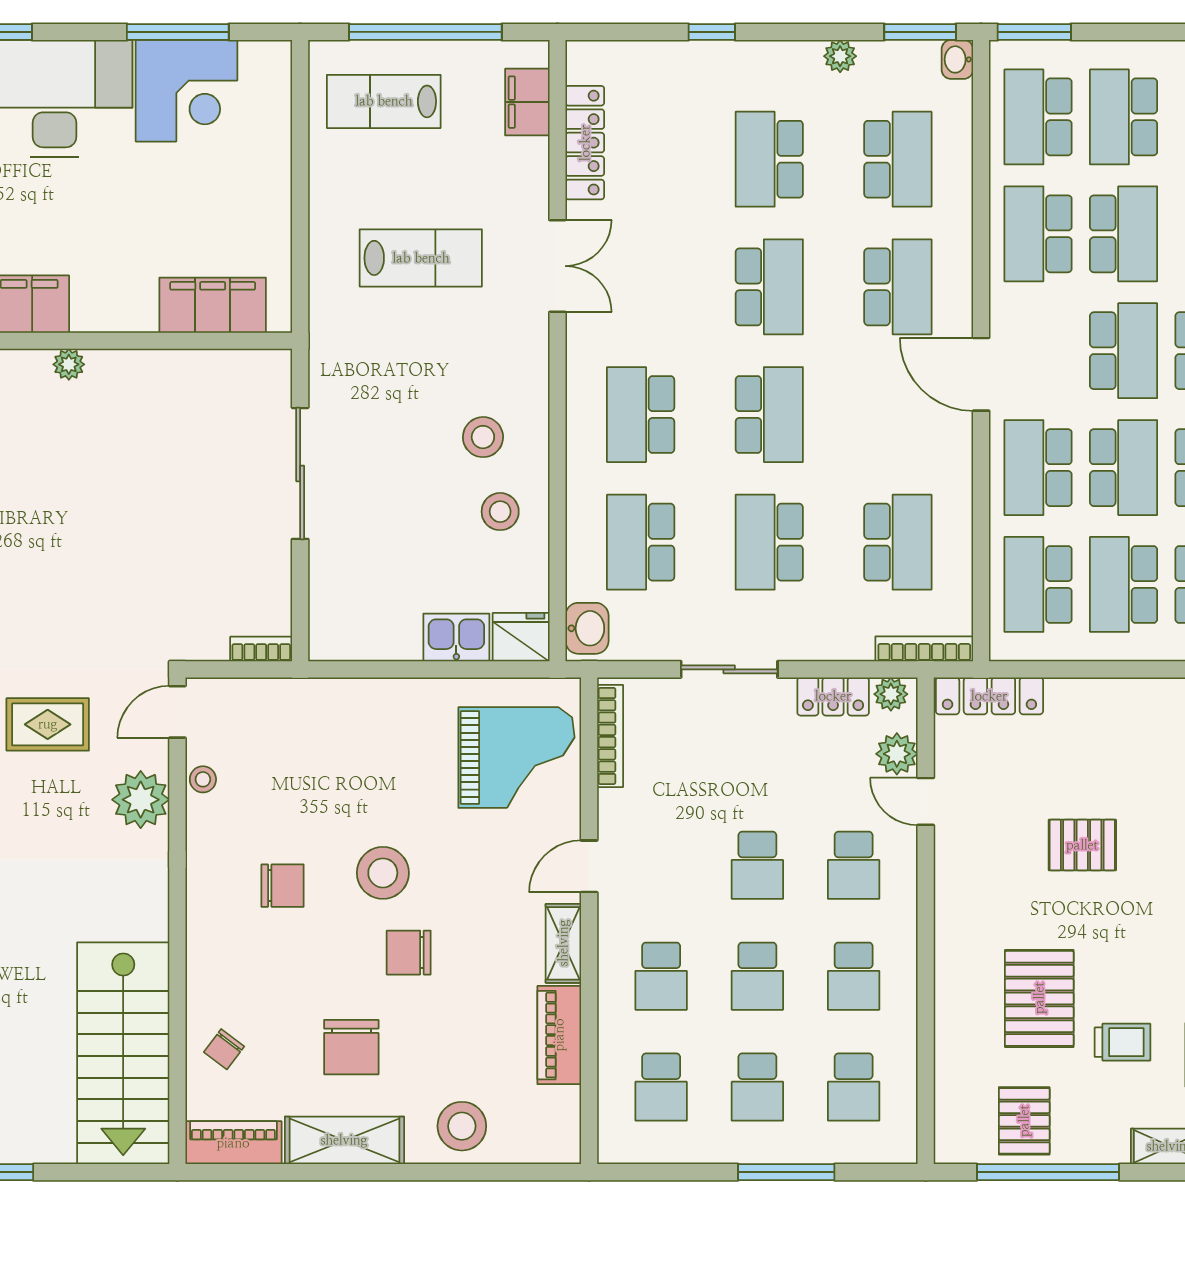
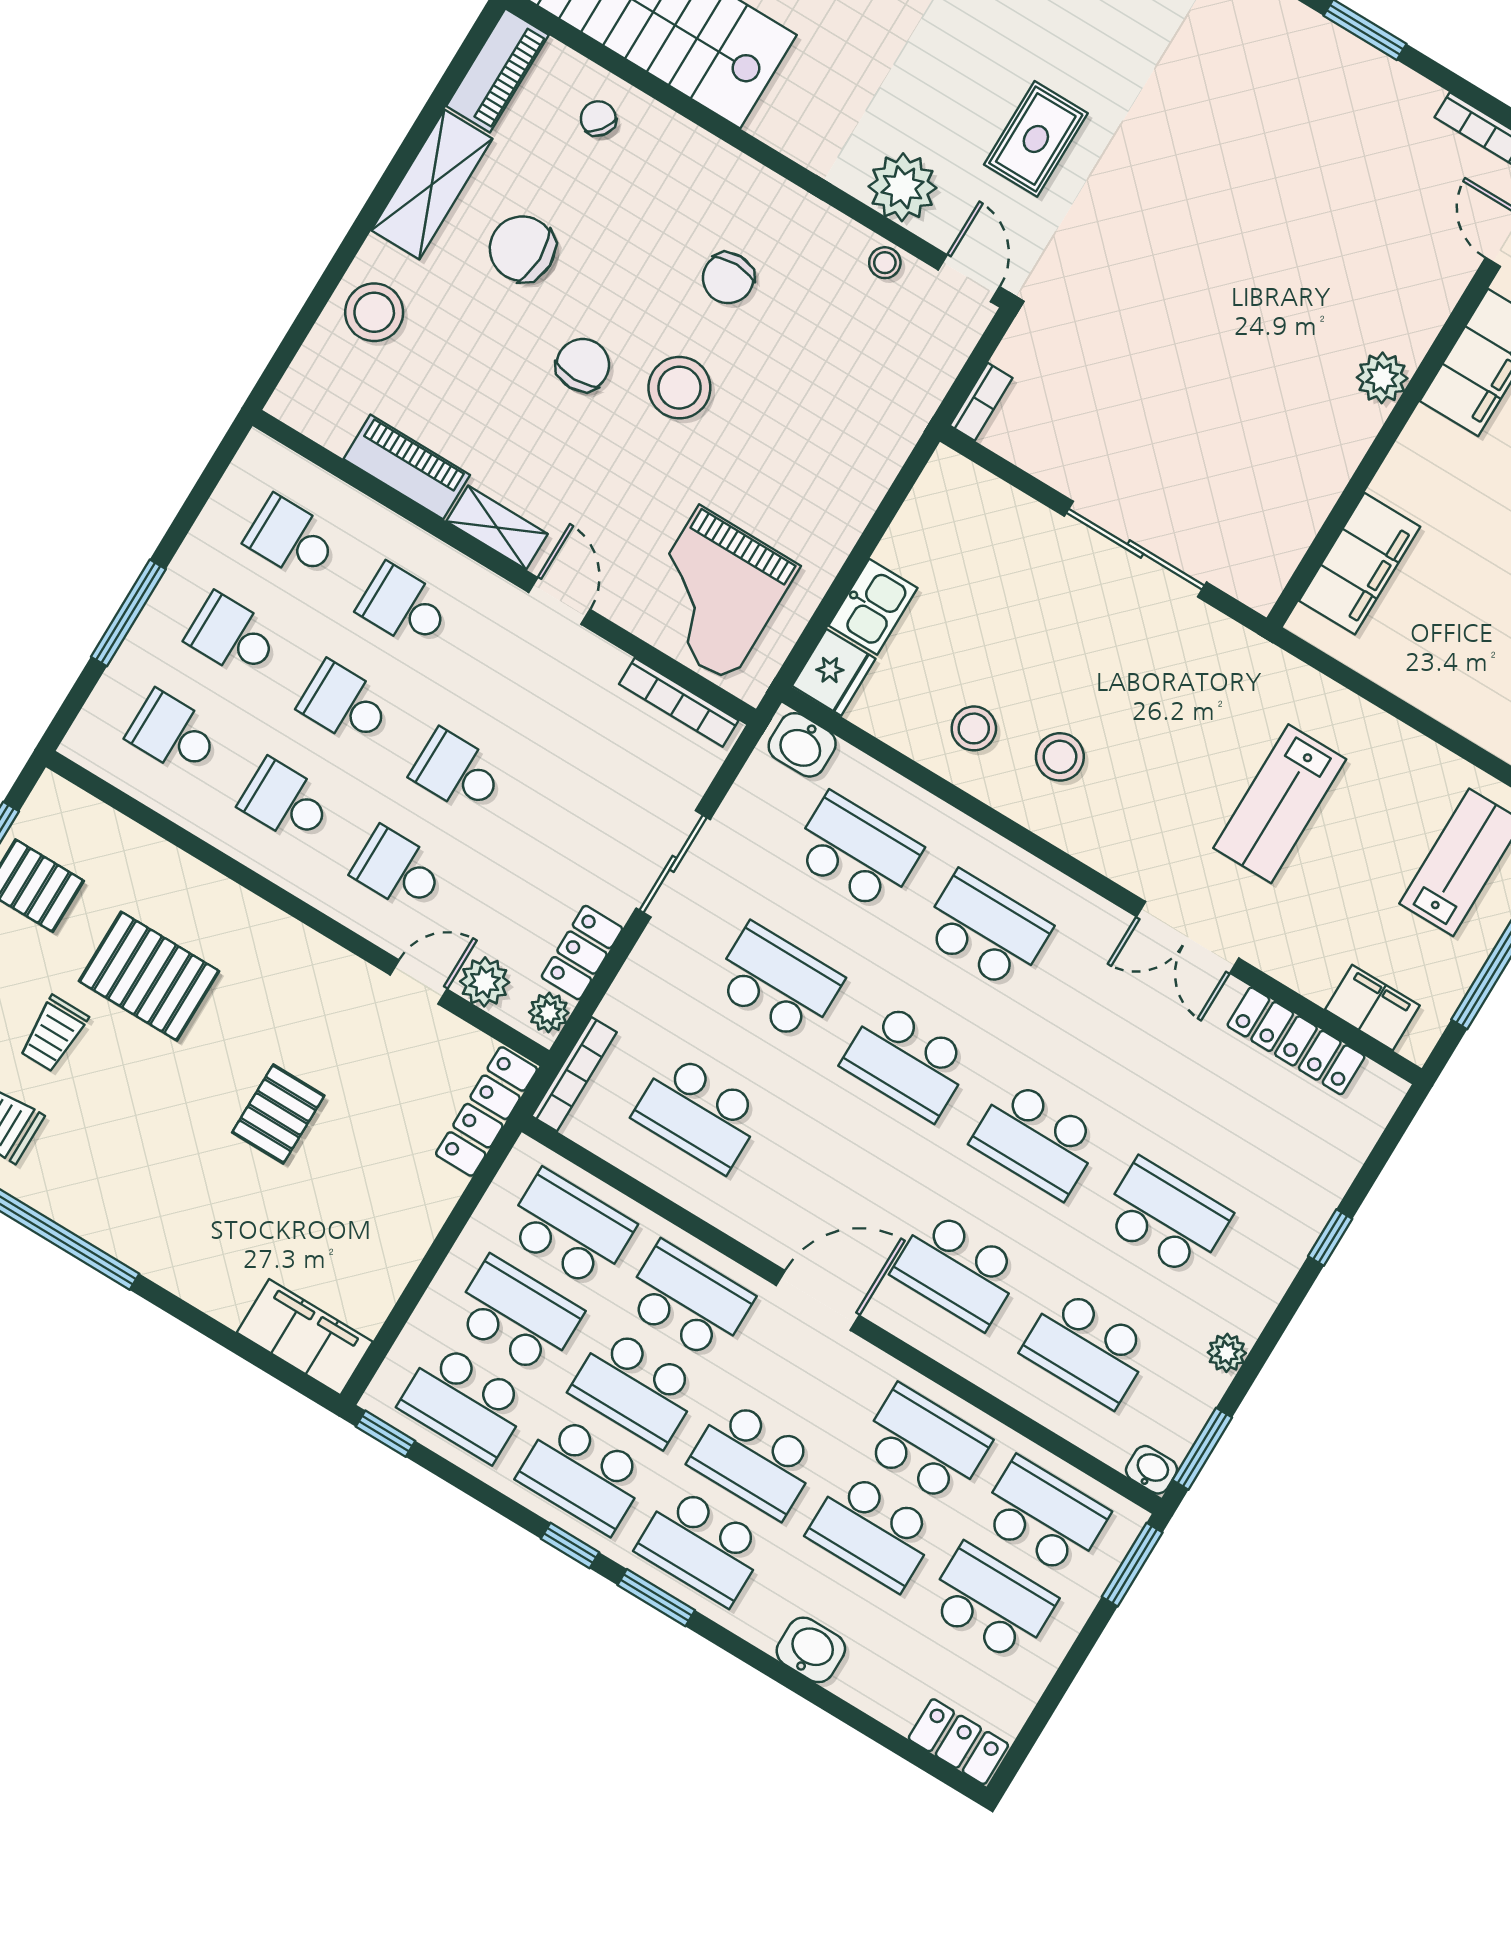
plant: (69, 364) -> (1382, 378), width x1.38, depth x1.38

